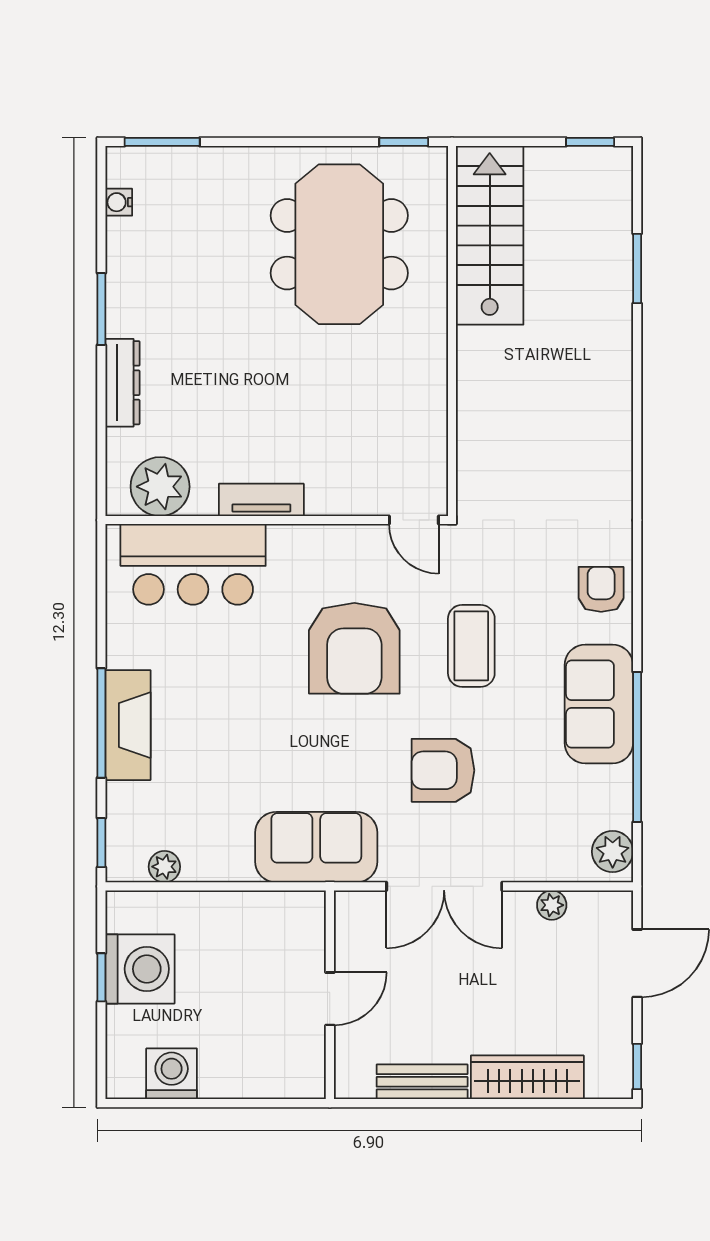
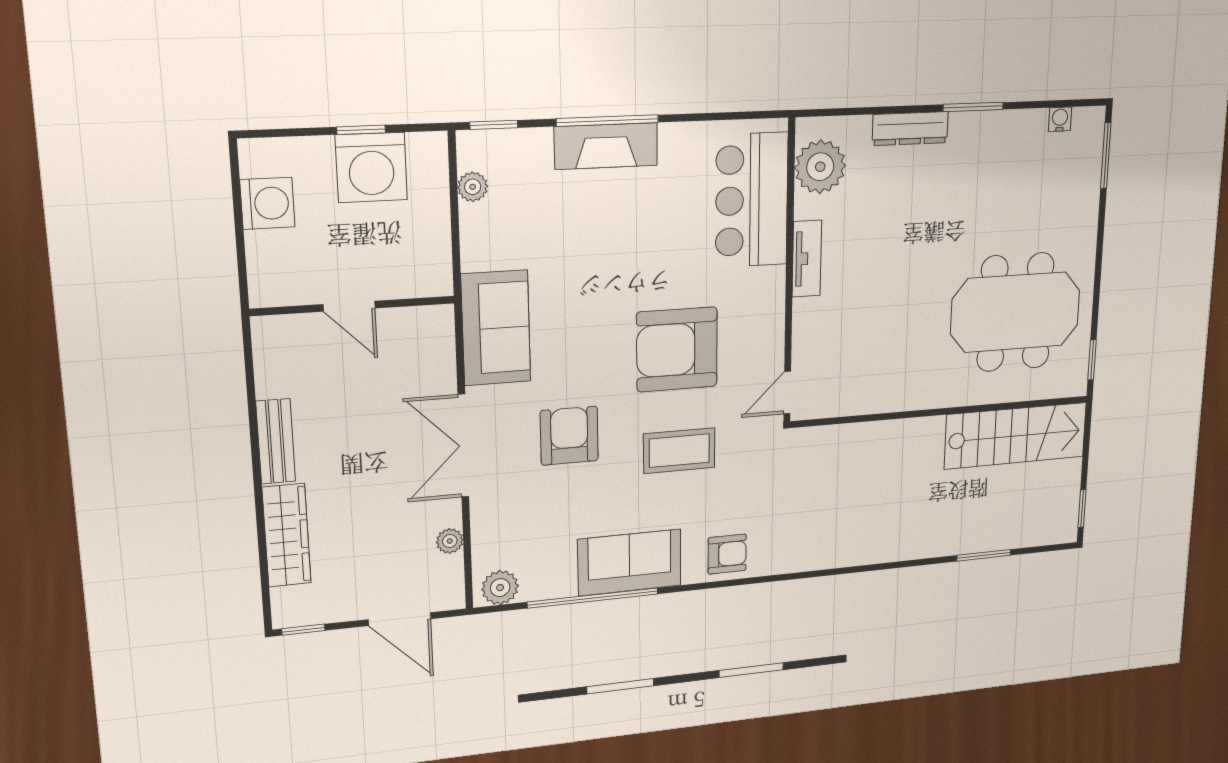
wall: (330, 995) -> (353, 306), moved
door: (330, 999) -> (349, 306), moved

